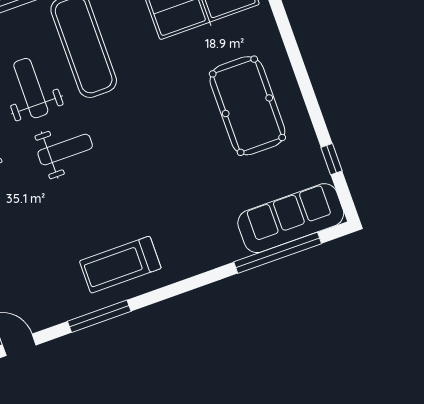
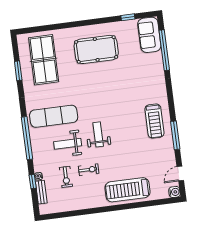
sofa: (291, 218) -> (149, 35), width x0.73

